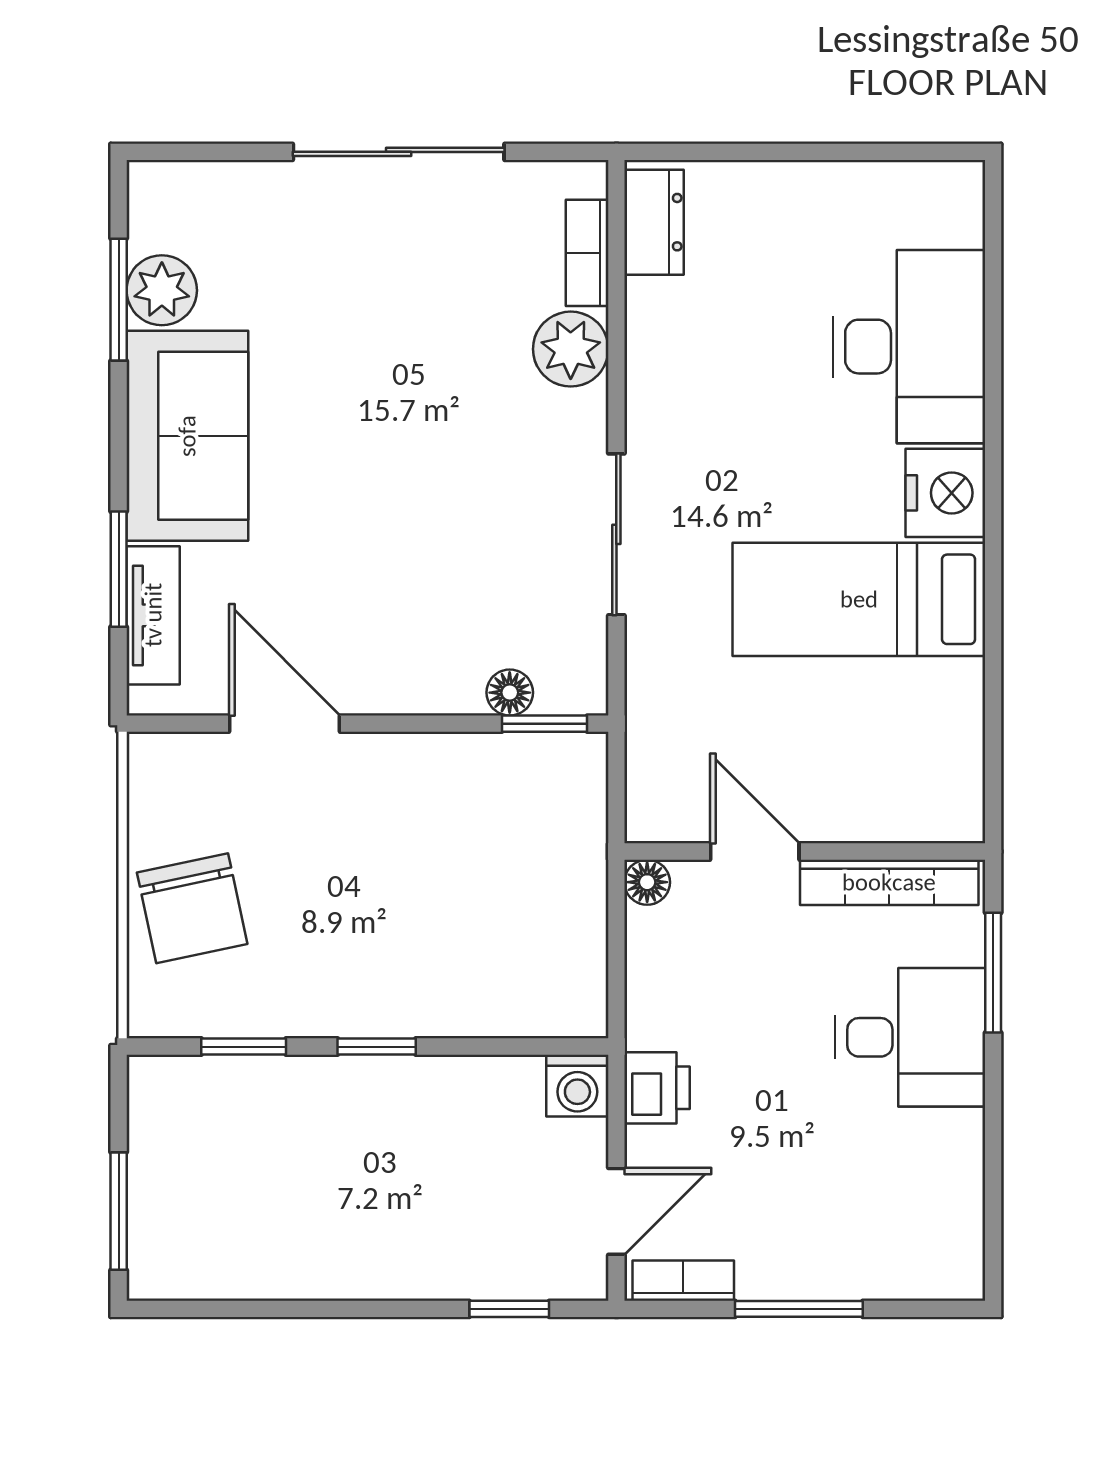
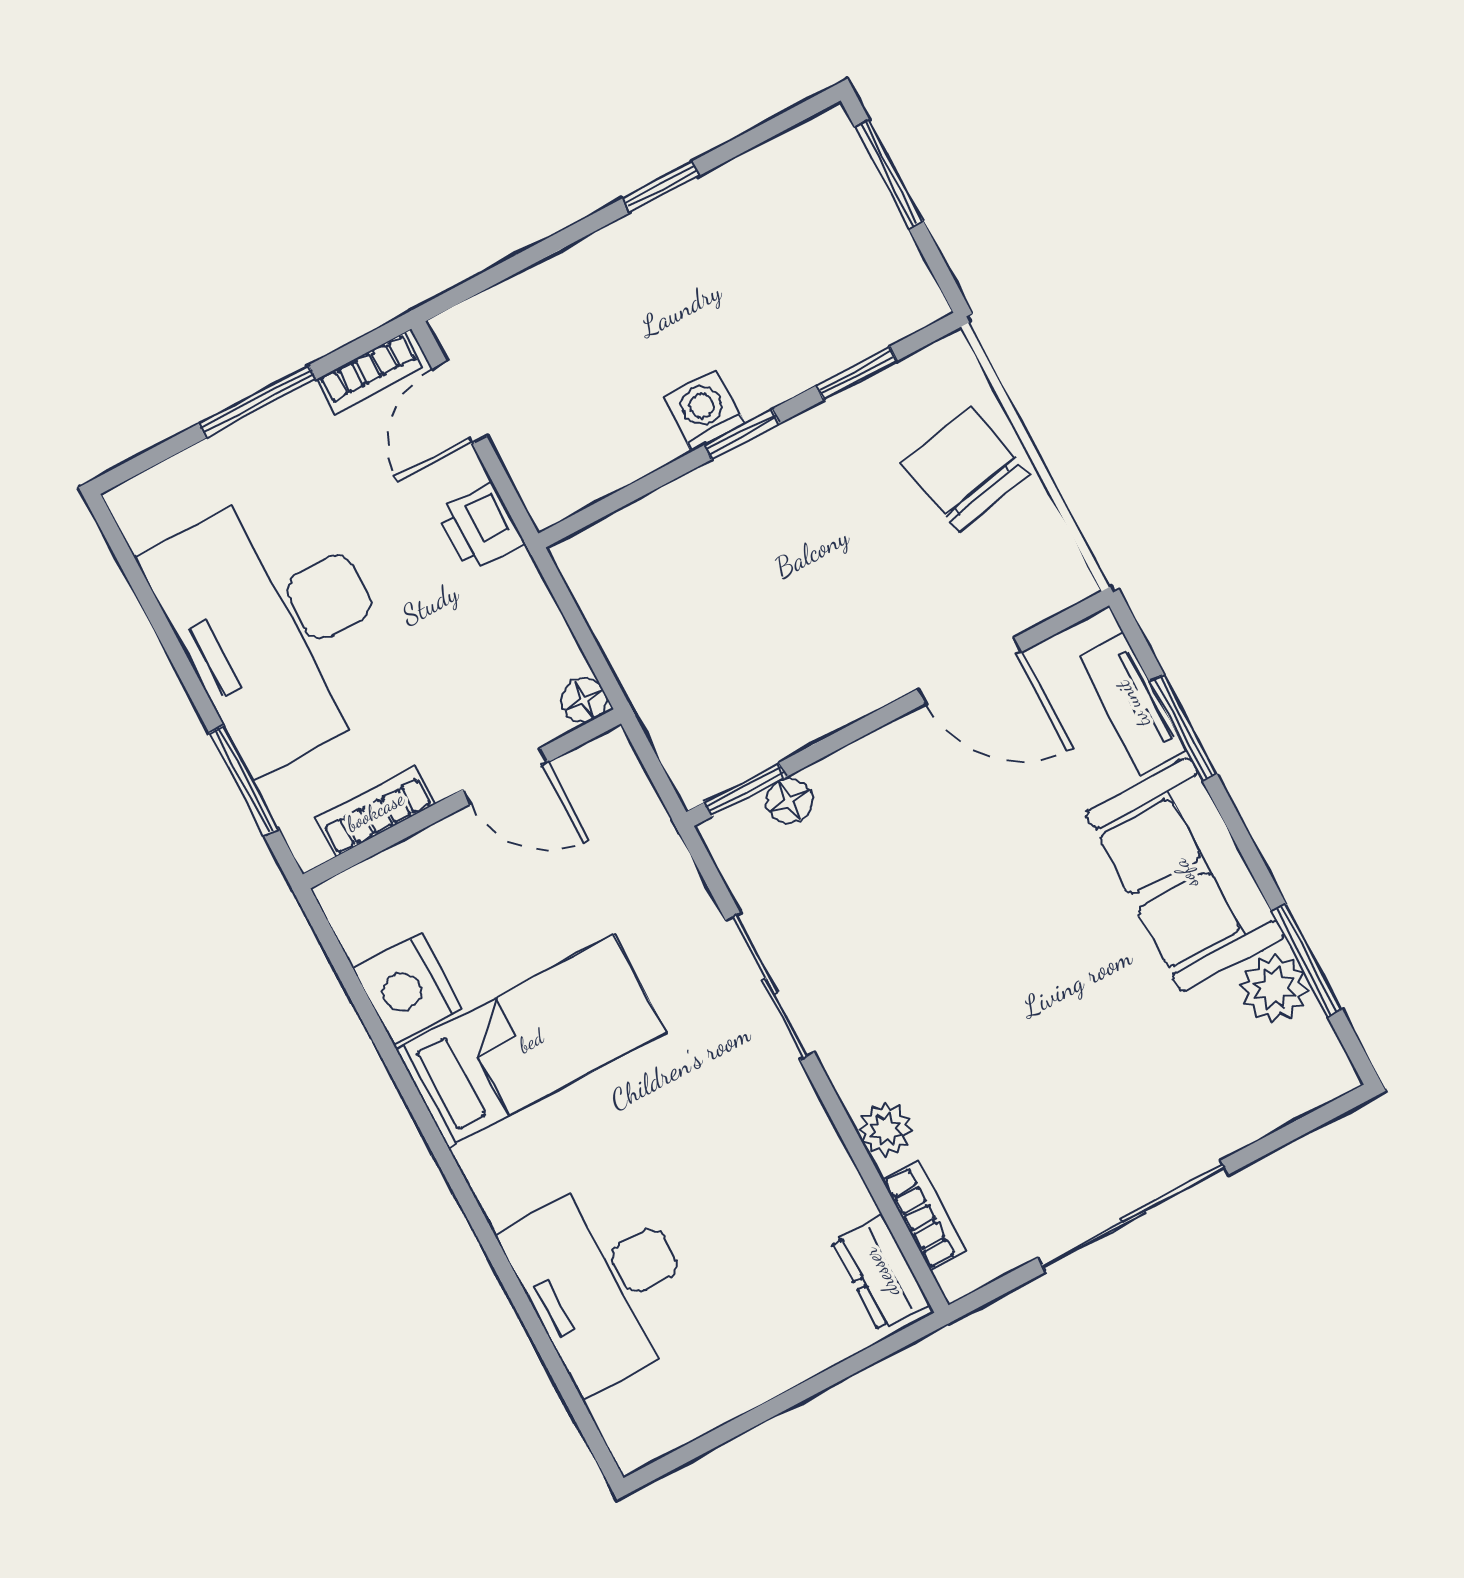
plant: (571, 349) -> (885, 1130), width x0.73, depth x0.73
nightstand: (945, 493) -> (408, 989), moved
bookcase: (889, 882) -> (375, 811), width x0.64
desk: (910, 1037) -> (277, 625), width x1.87, depth x1.30
washing machine: (577, 1086) -> (704, 411), moved
window: (509, 1309) -> (661, 187), moved

